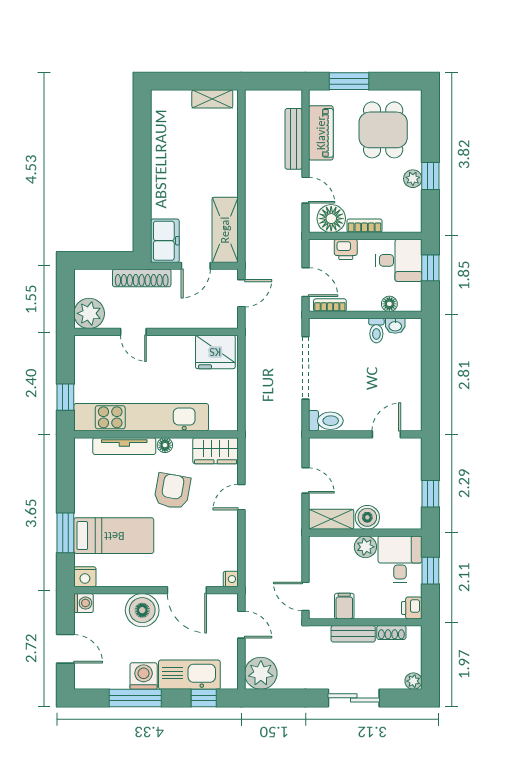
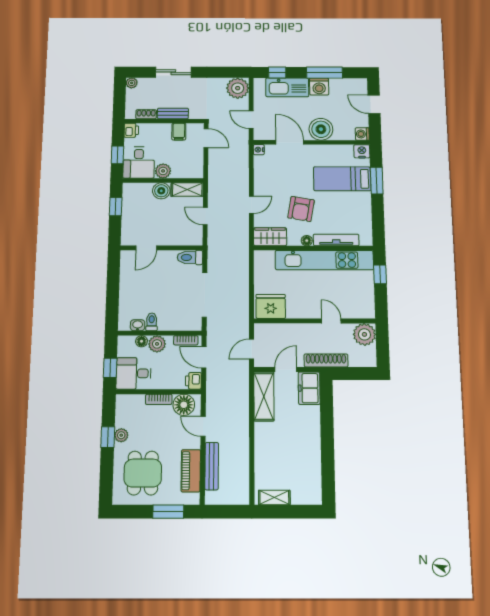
printer: (346, 249) -> (193, 381), moved, turned -90
plant: (368, 300) -> (157, 344), added

